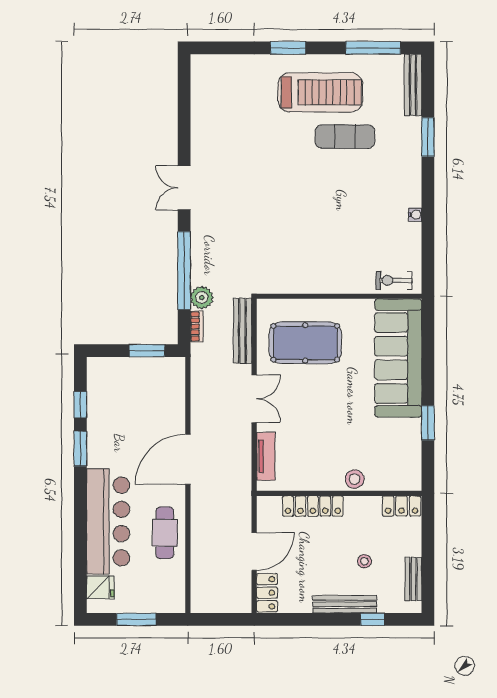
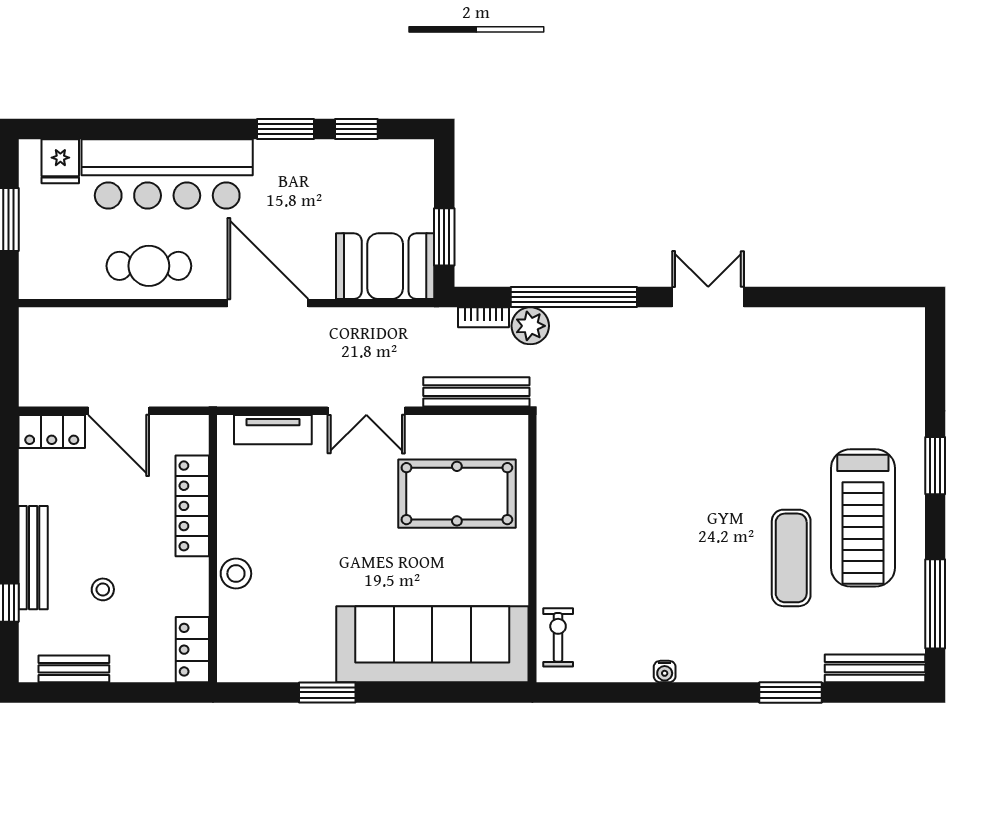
pool table: (305, 343) -> (457, 494), turned 90
booth: (165, 387) -> (385, 266), added

